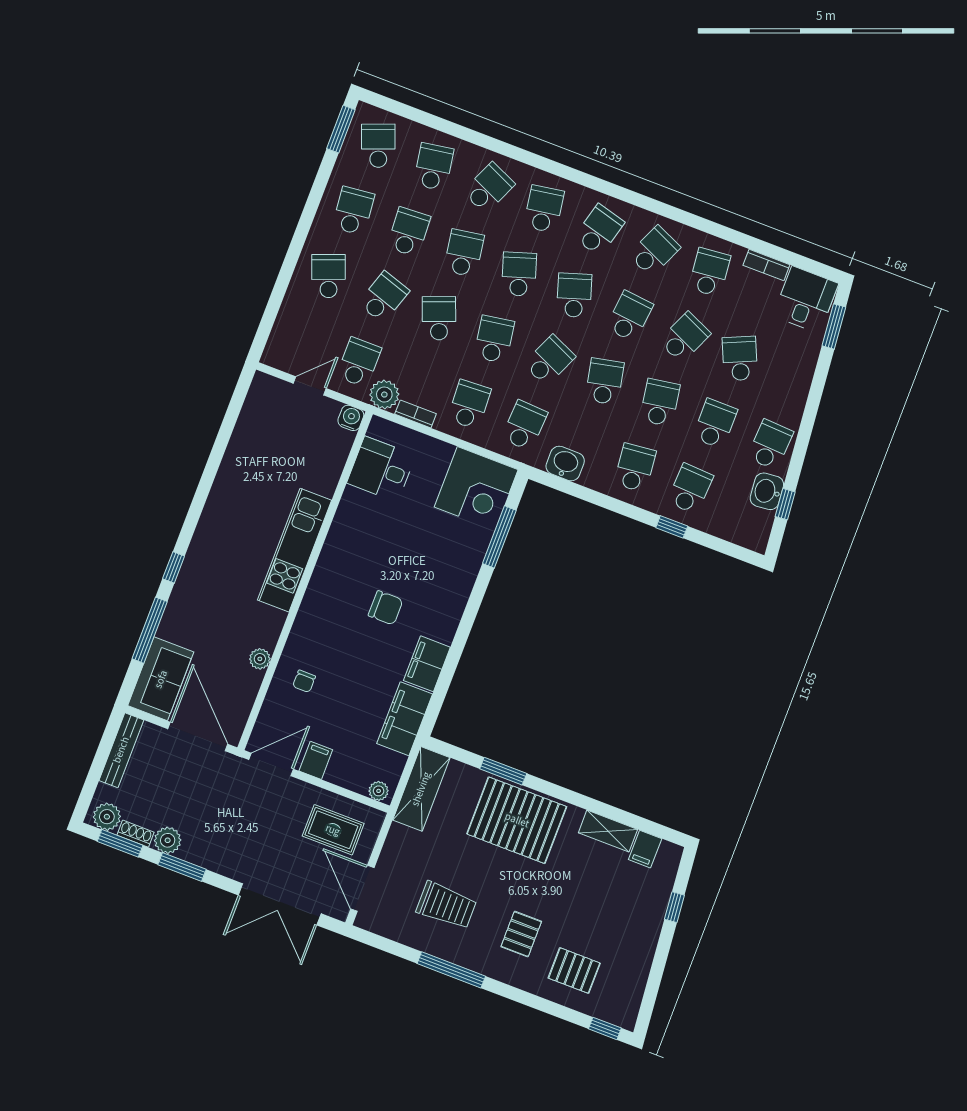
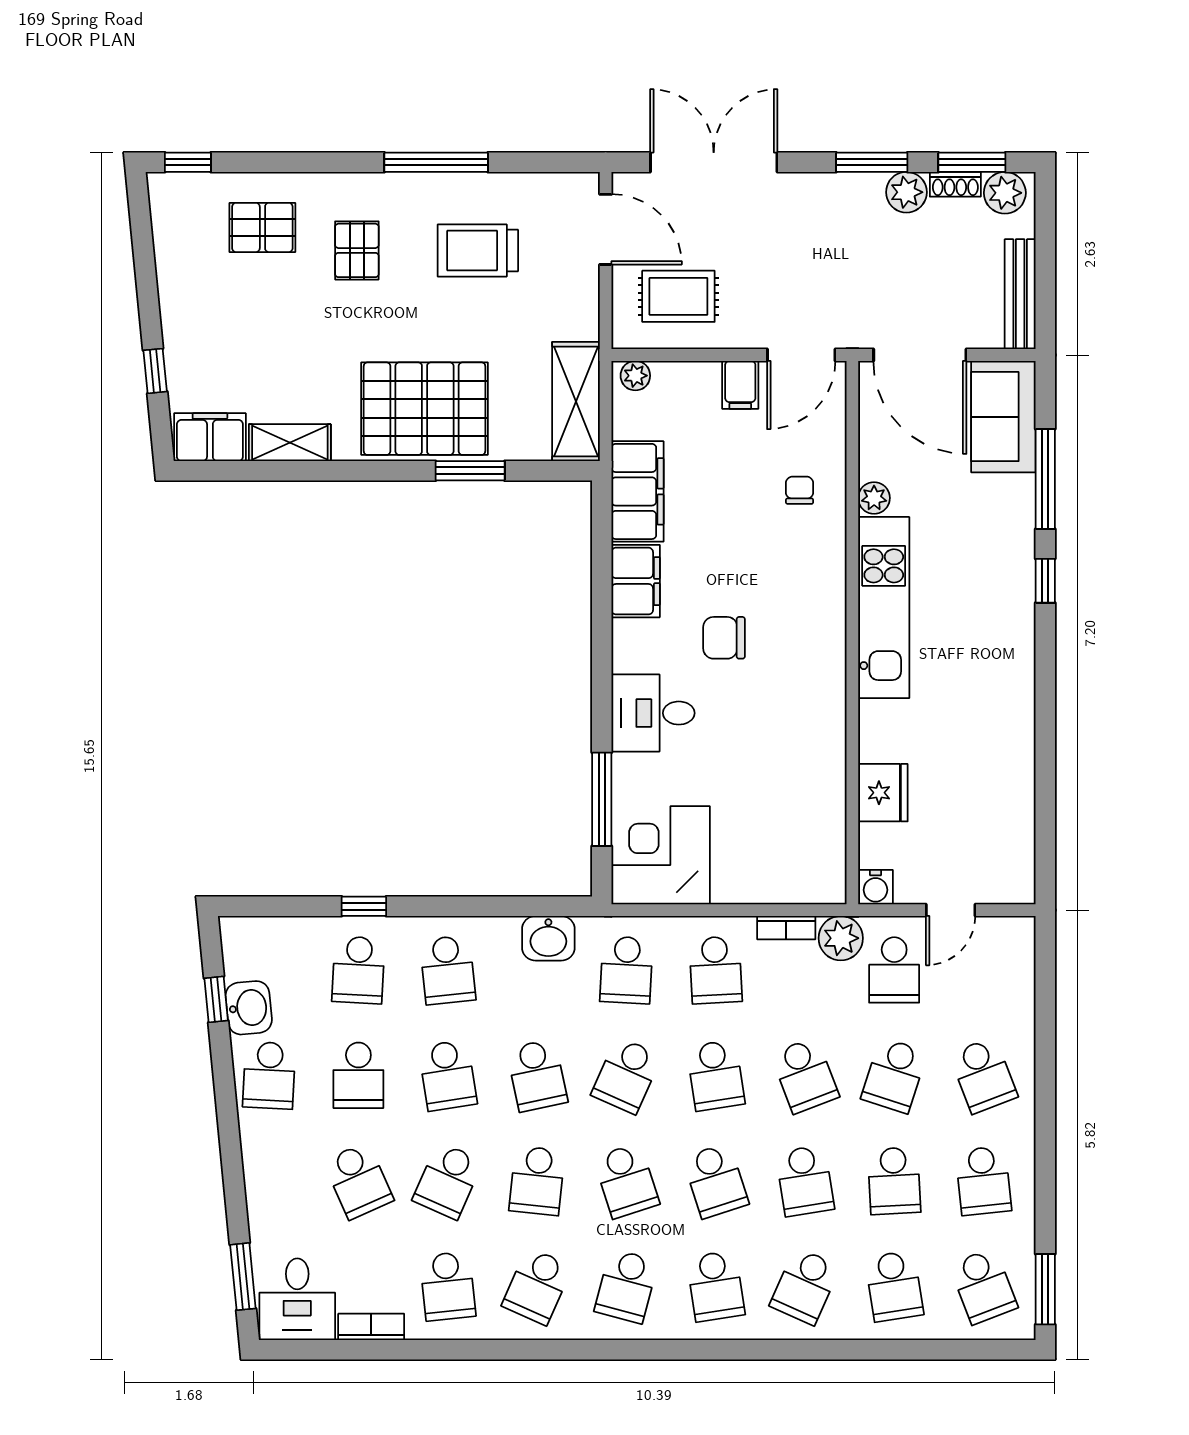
desk: (381, 469) -> (653, 713), moved, turned 180
fridge: (324, 475) -> (883, 793), added
kitchen unit: (295, 550) -> (884, 608), moved
filing cabinet: (645, 849) -> (210, 437), width x2.00

